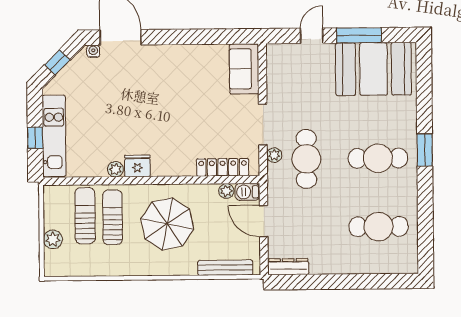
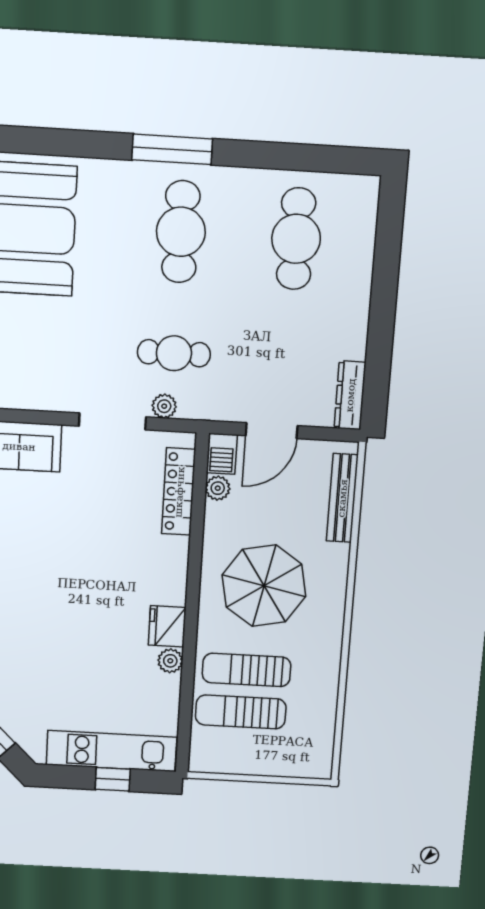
window: (425, 150) -> (172, 149), width x1.44
cafe table: (306, 159) -> (174, 353), width x0.73, depth x0.74
plant: (53, 239) -> (274, 763), removed

